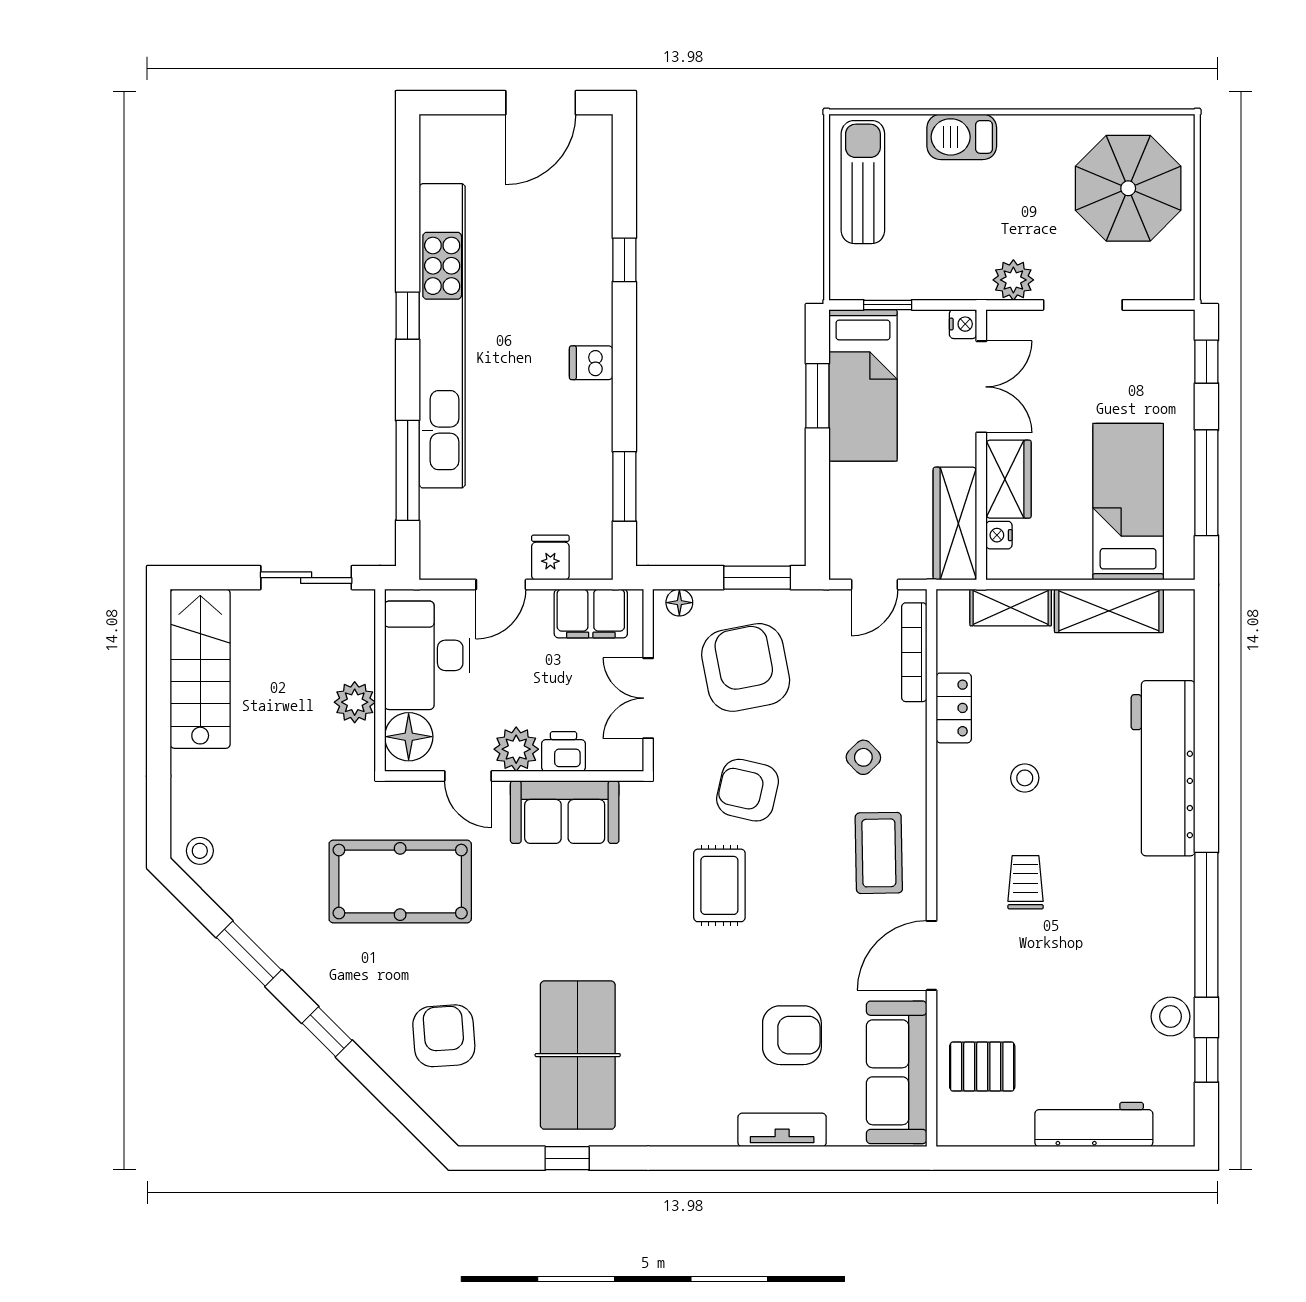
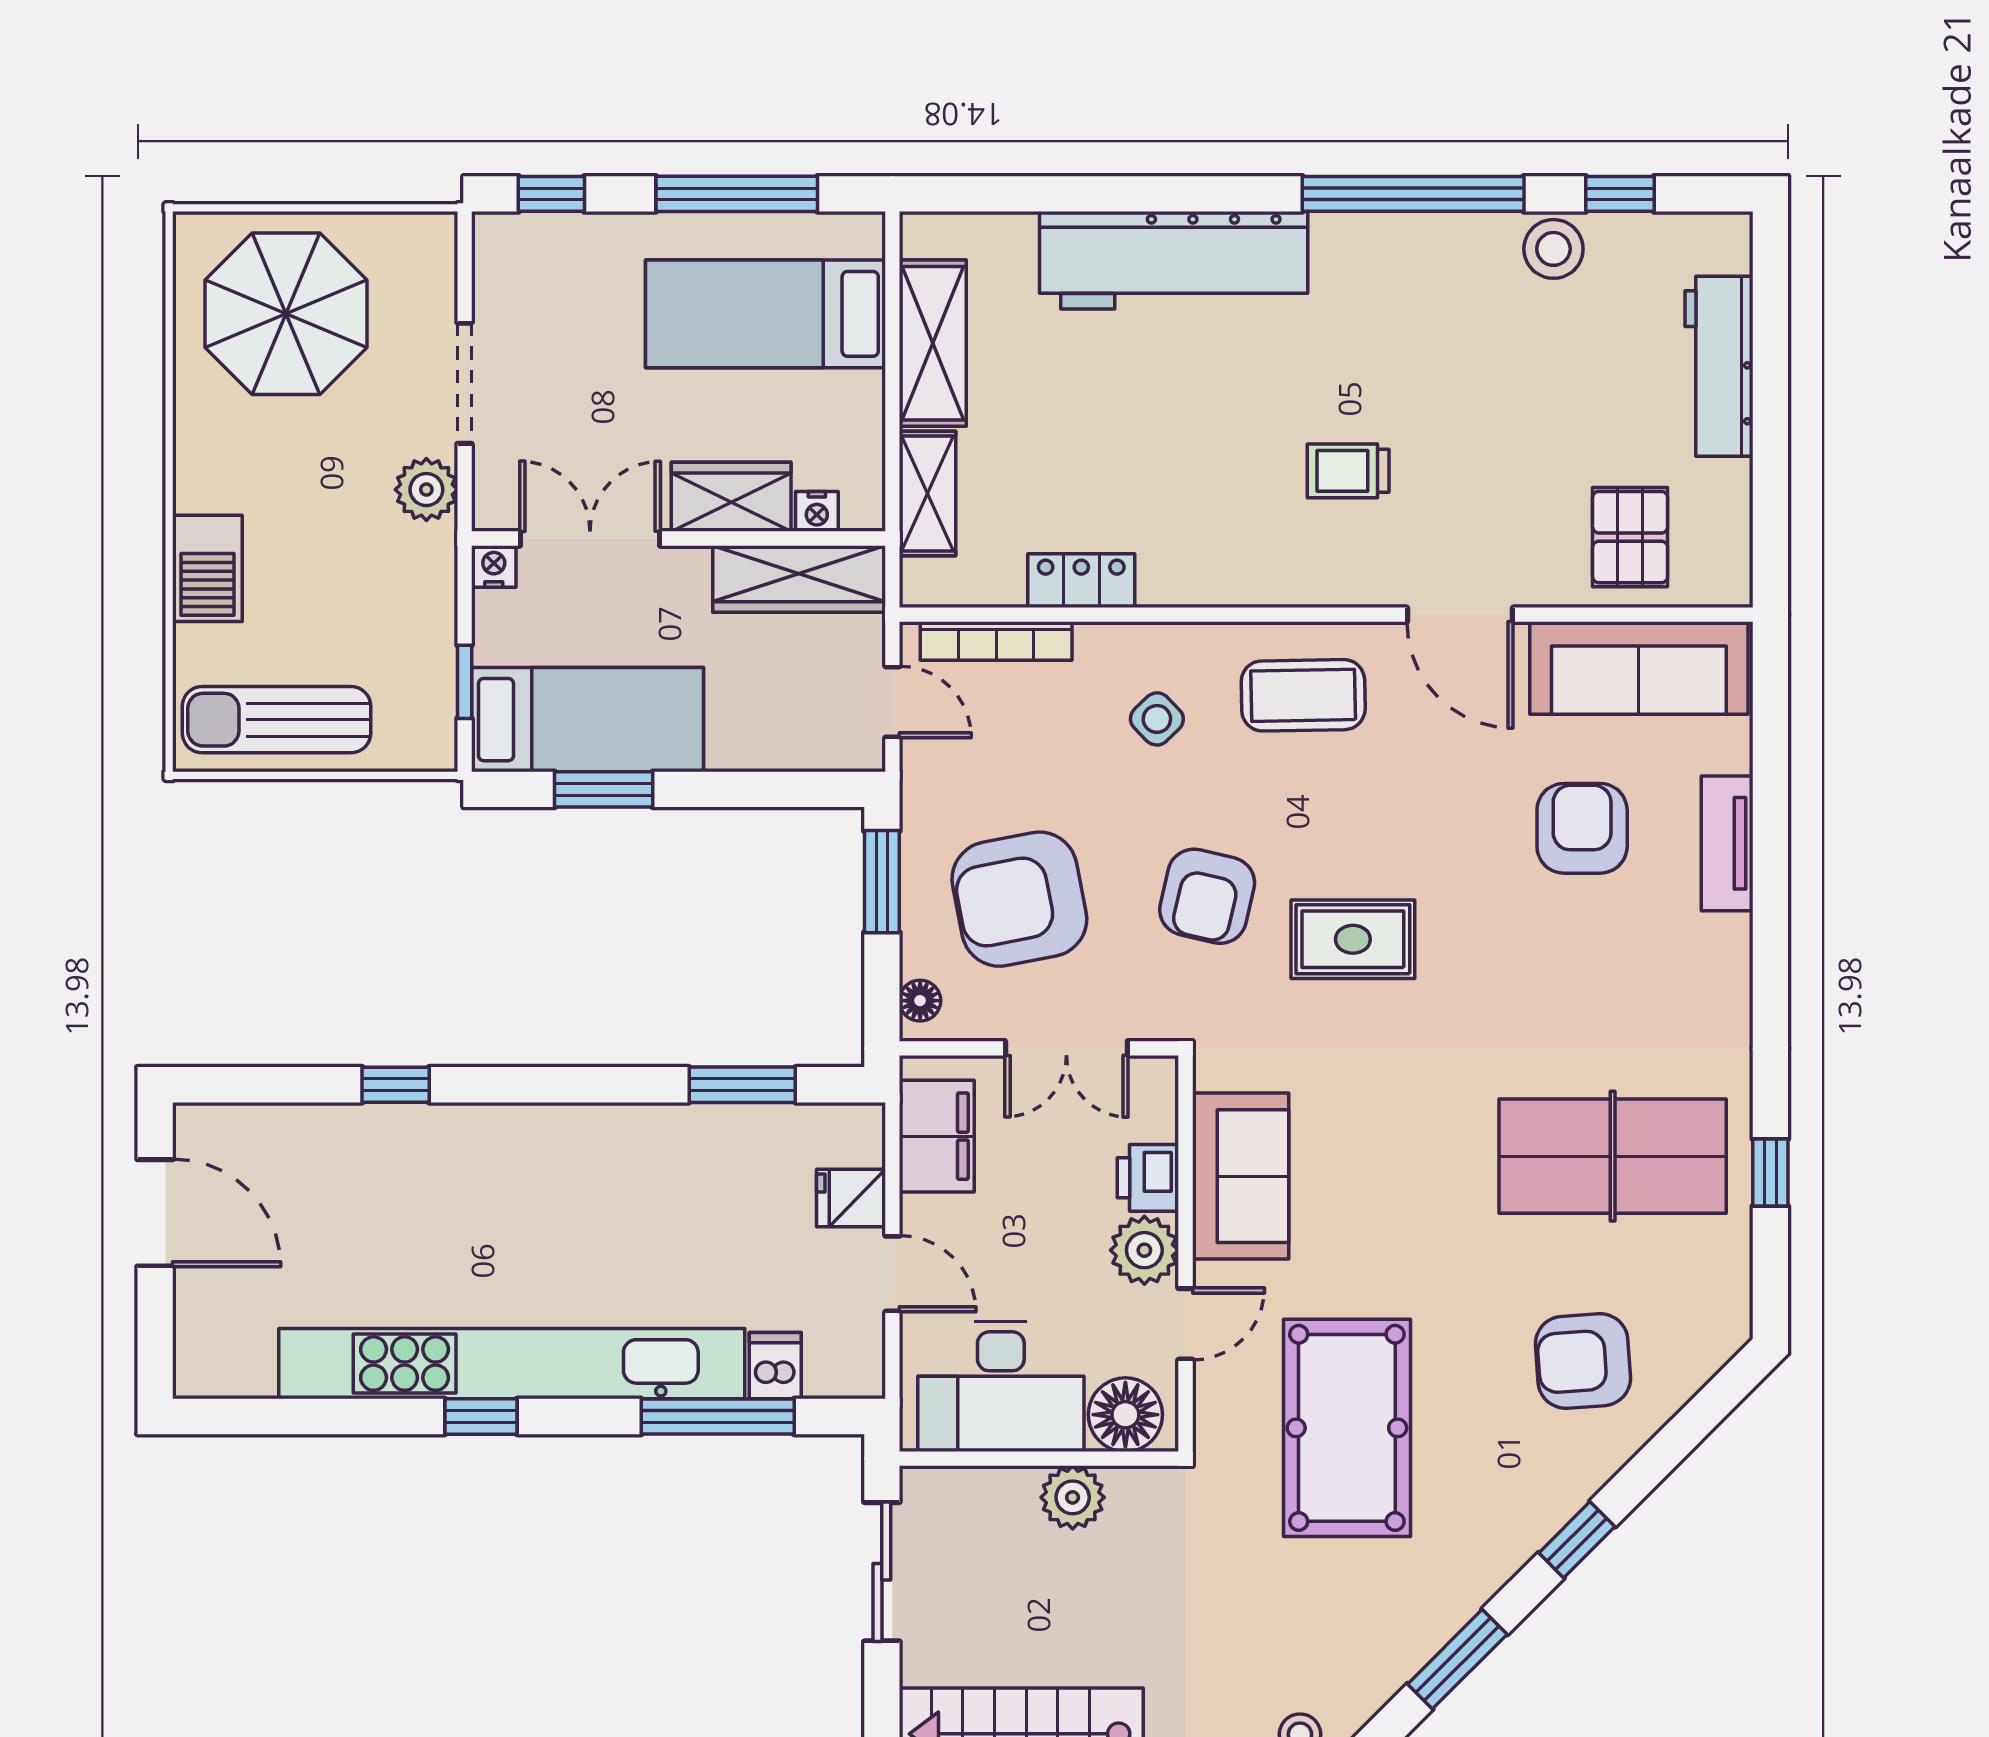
dishwasher: (591, 363) -> (775, 1366), moved, turned 180
stool: (1025, 778) -> (1188, 472), removed

